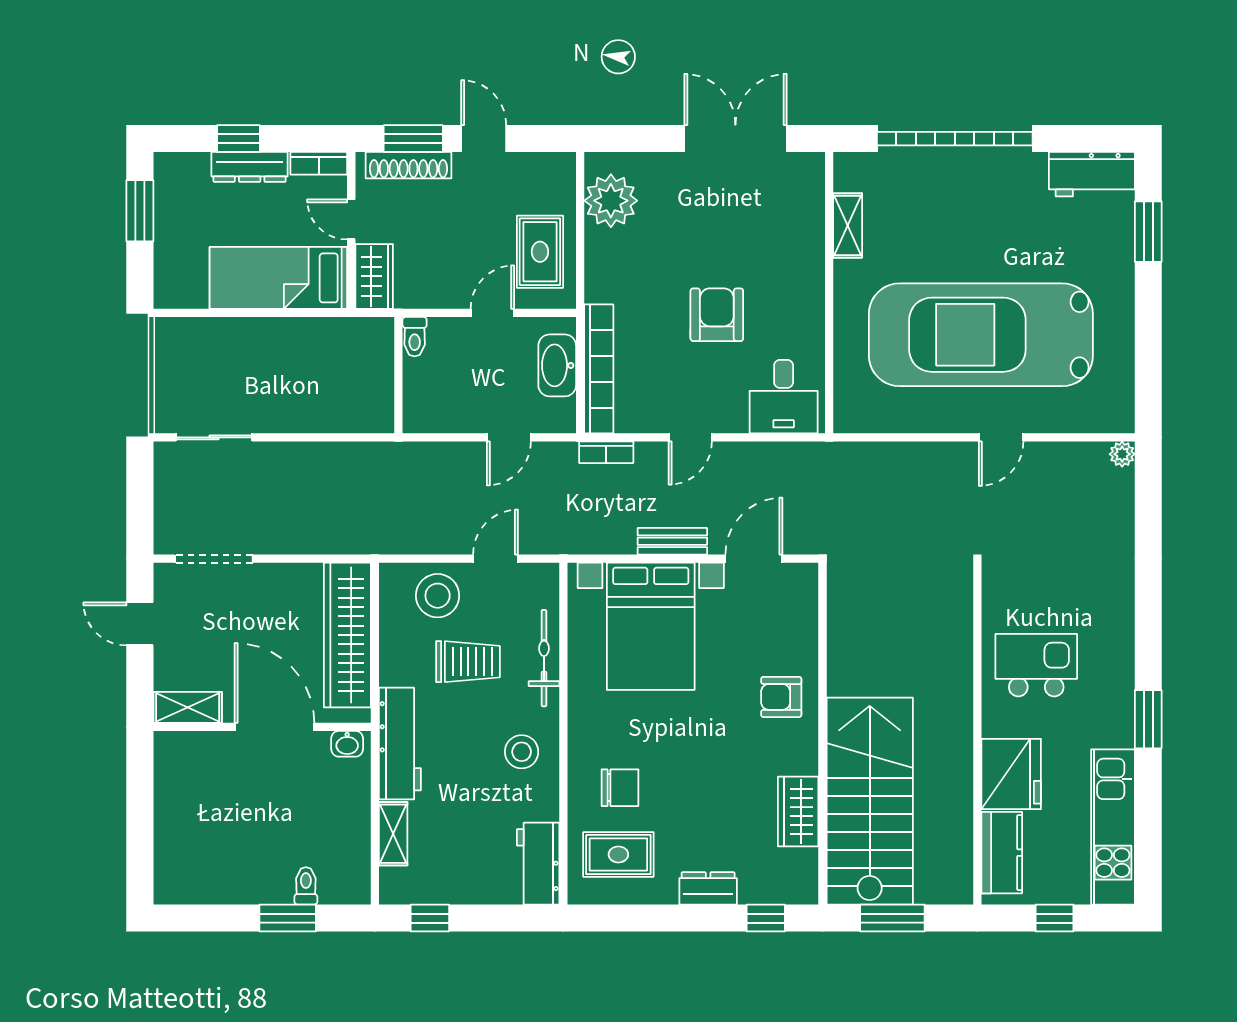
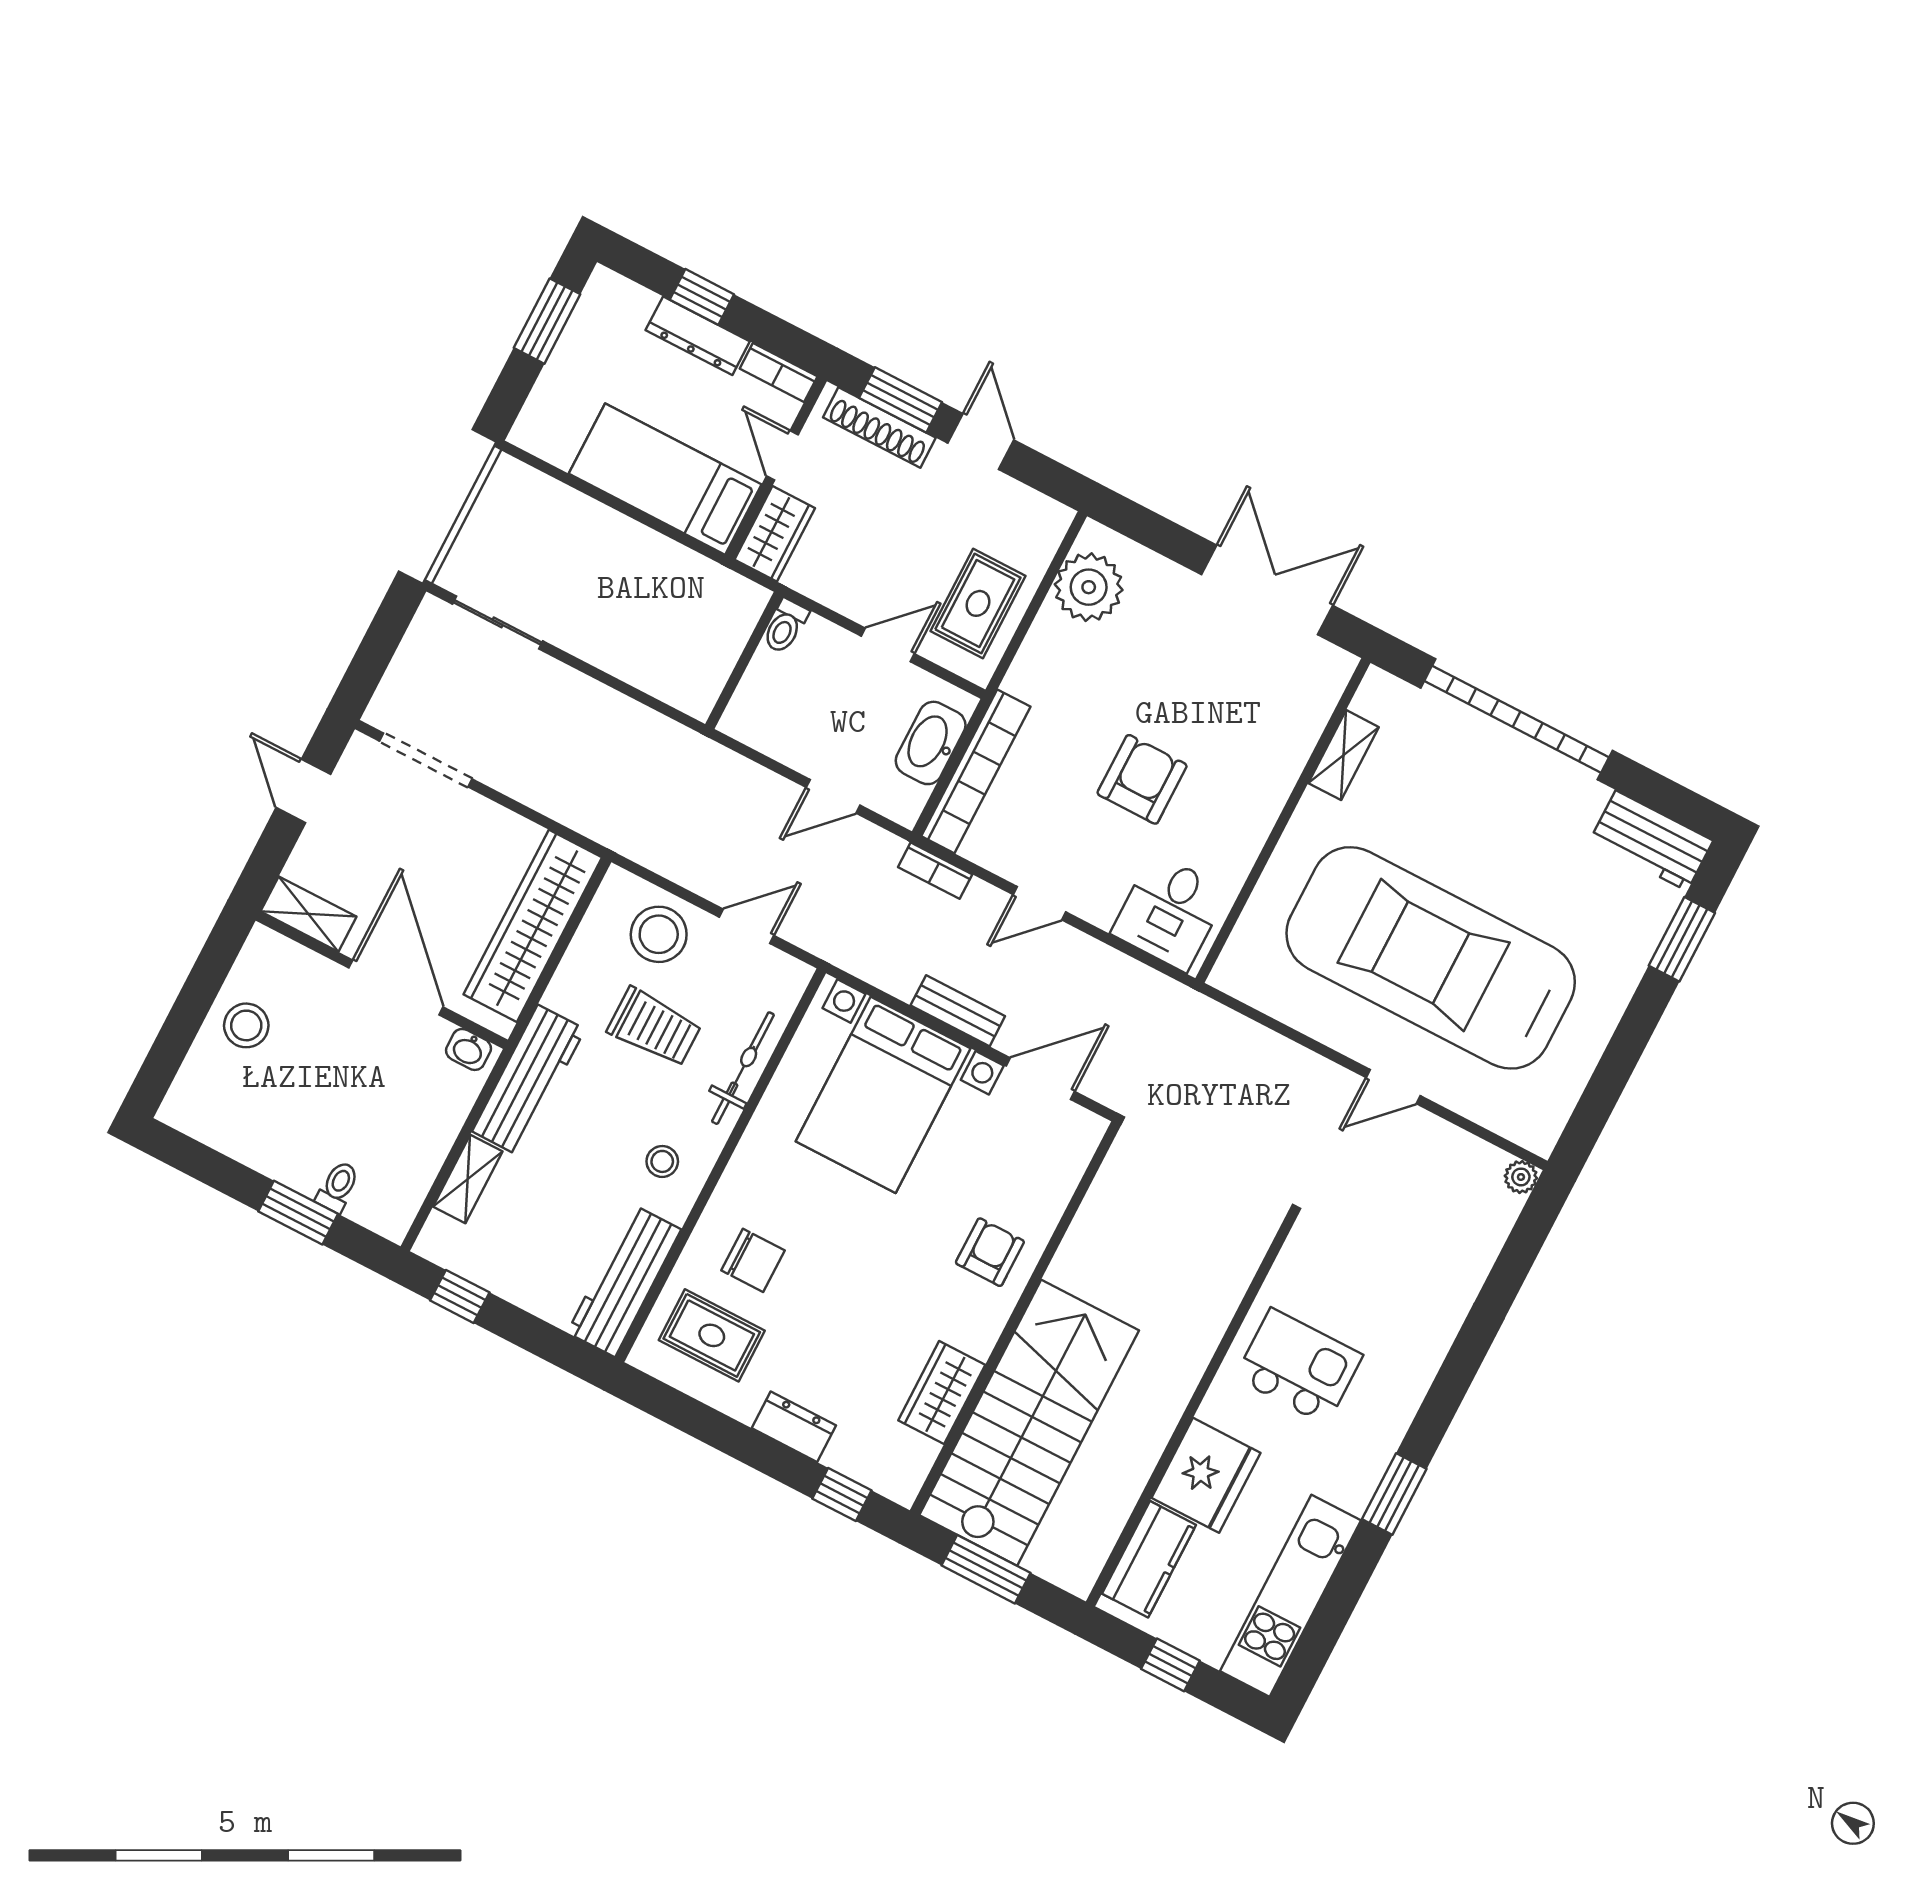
armchair: (781, 697) -> (990, 1252), turned 90
stool: (522, 752) -> (662, 1161), width x0.73, depth x0.73
stool: (185, 807) -> (246, 1025), added
workbench: (538, 864) -> (624, 1281), width x1.38

